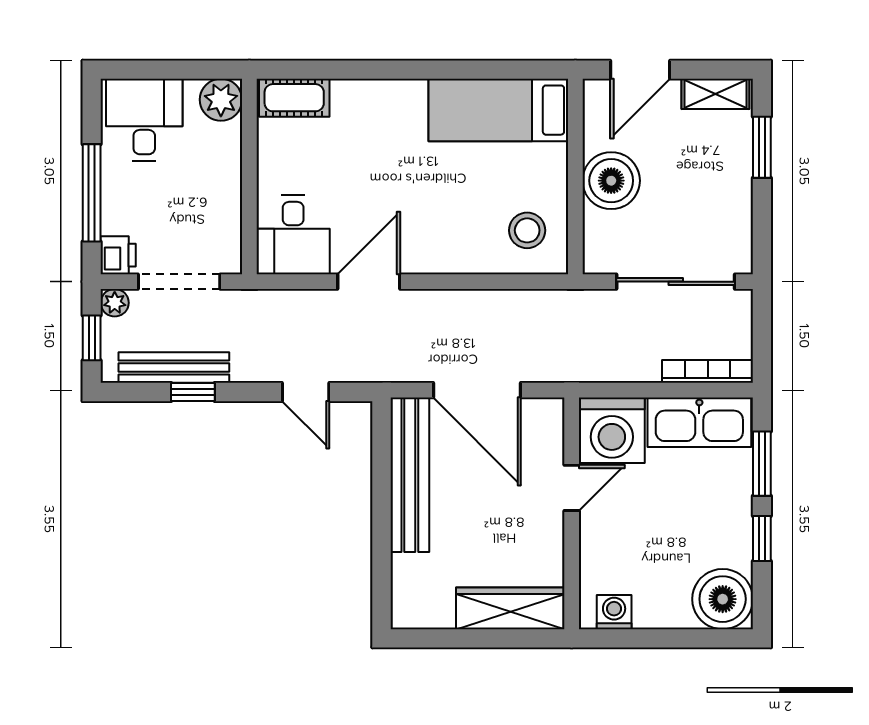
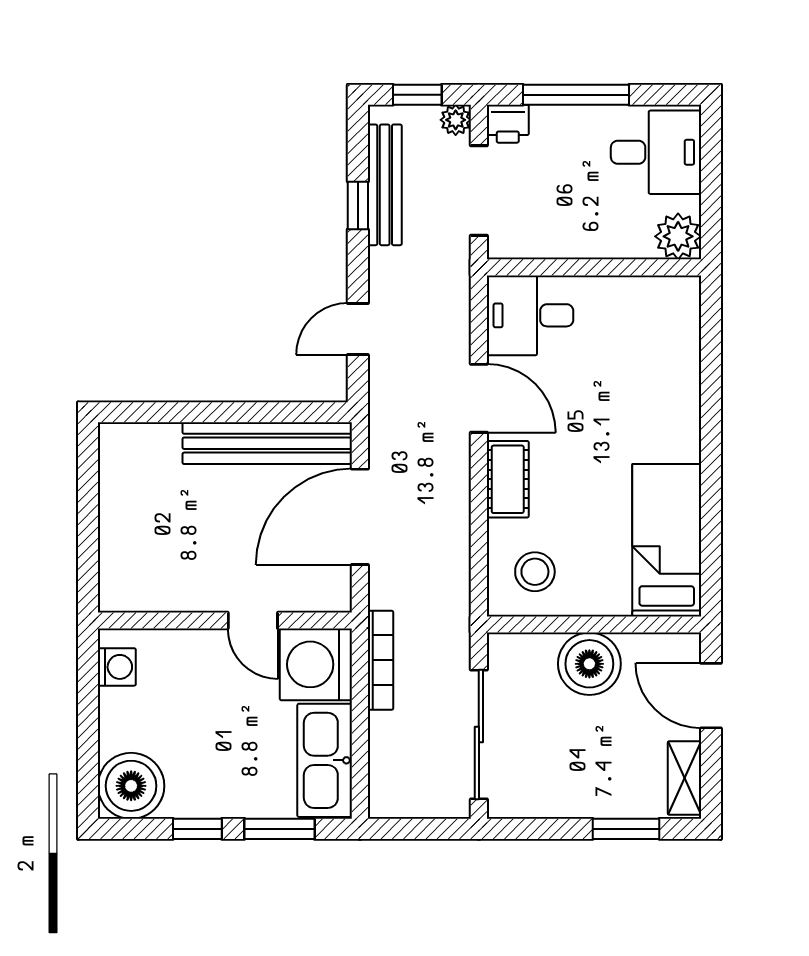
cot: (294, 98) -> (508, 479), moved
bookcase: (708, 371) -> (380, 660), moved
wardrobe: (510, 608) -> (121, 553), removed

